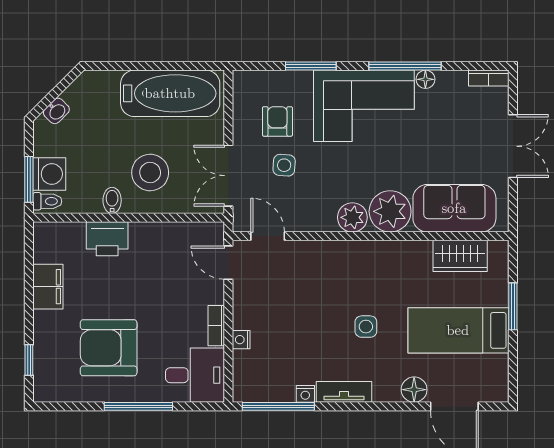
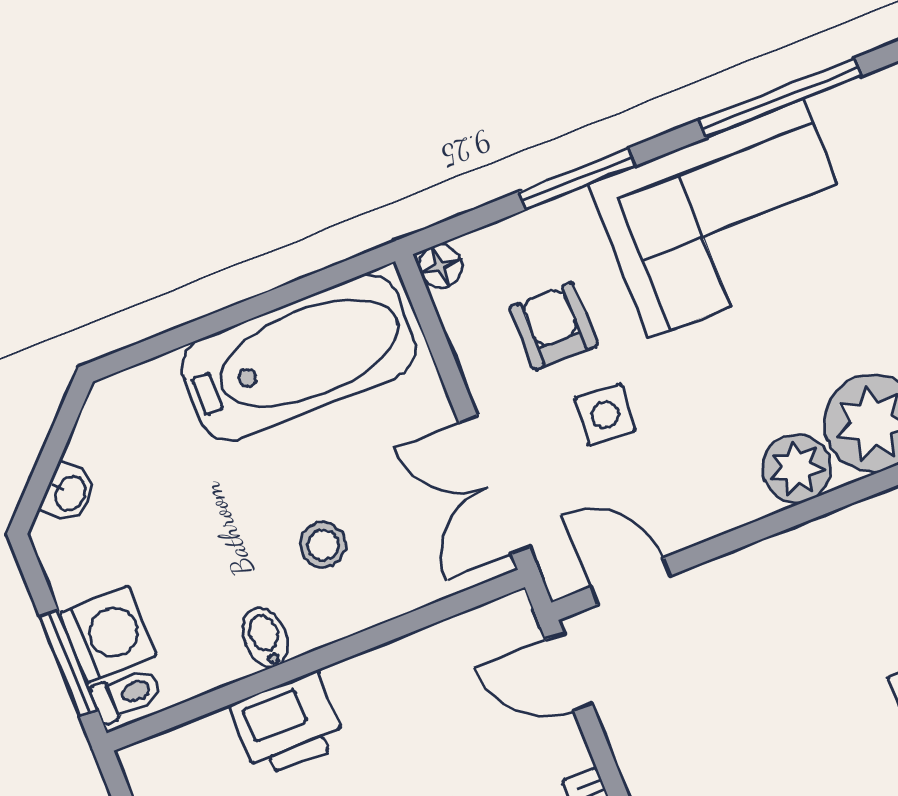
floor lamp: (425, 79) -> (440, 266), moved
stool: (150, 173) -> (323, 545), width x0.53, depth x0.53

